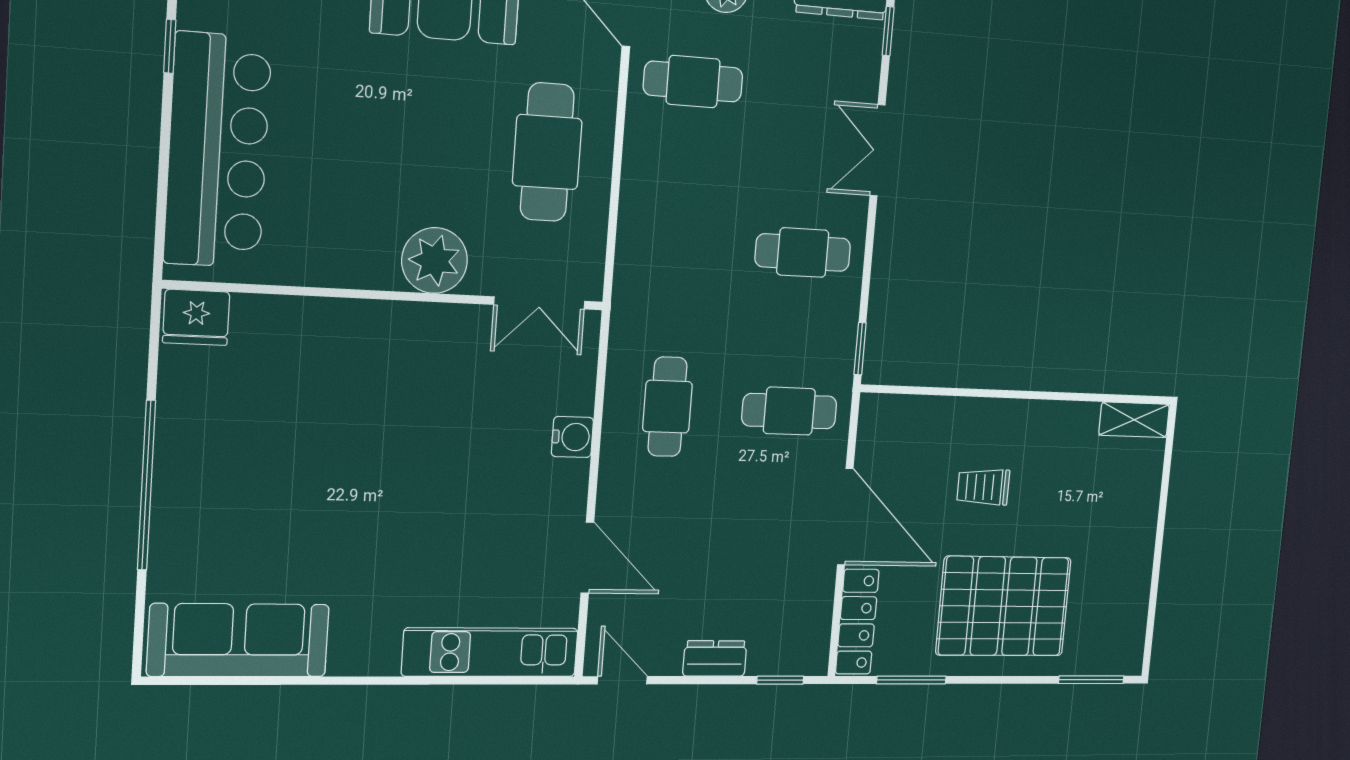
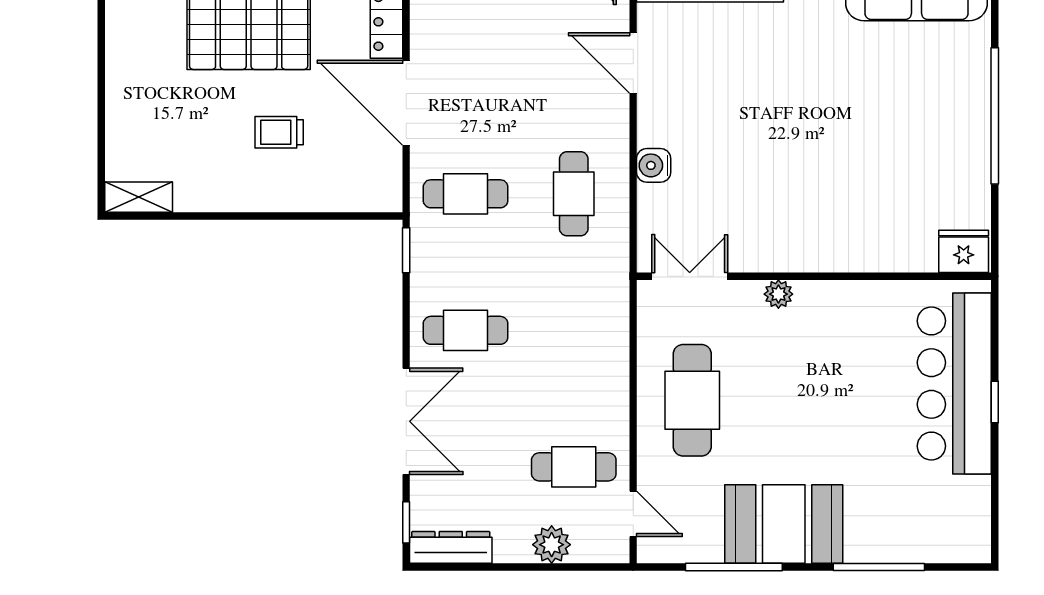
window: (170, 46) -> (995, 402), moved
double door: (878, 150) -> (406, 421), width x1.37
plant: (435, 260) -> (778, 294), width x0.53, depth x0.53
trolley: (983, 487) -> (279, 132), turned 180

